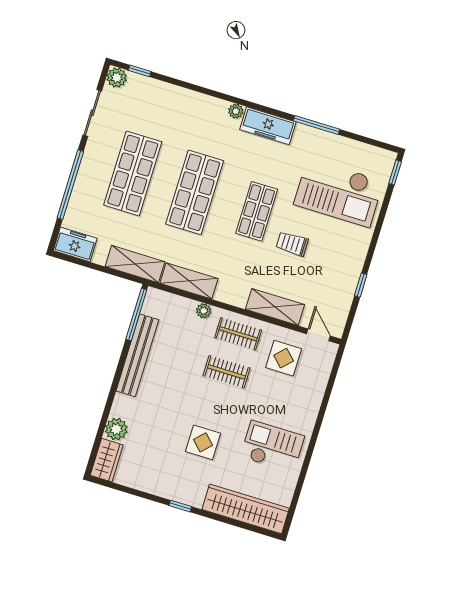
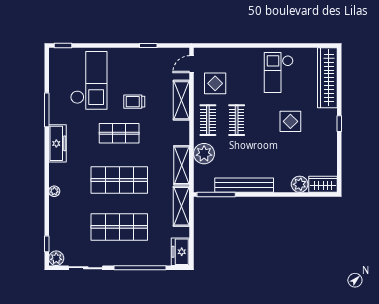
plant: (236, 111) -> (54, 191), moved
trolley: (292, 244) -> (134, 102), turned 90
plant: (204, 311) -> (204, 154), width x1.88, depth x1.88

